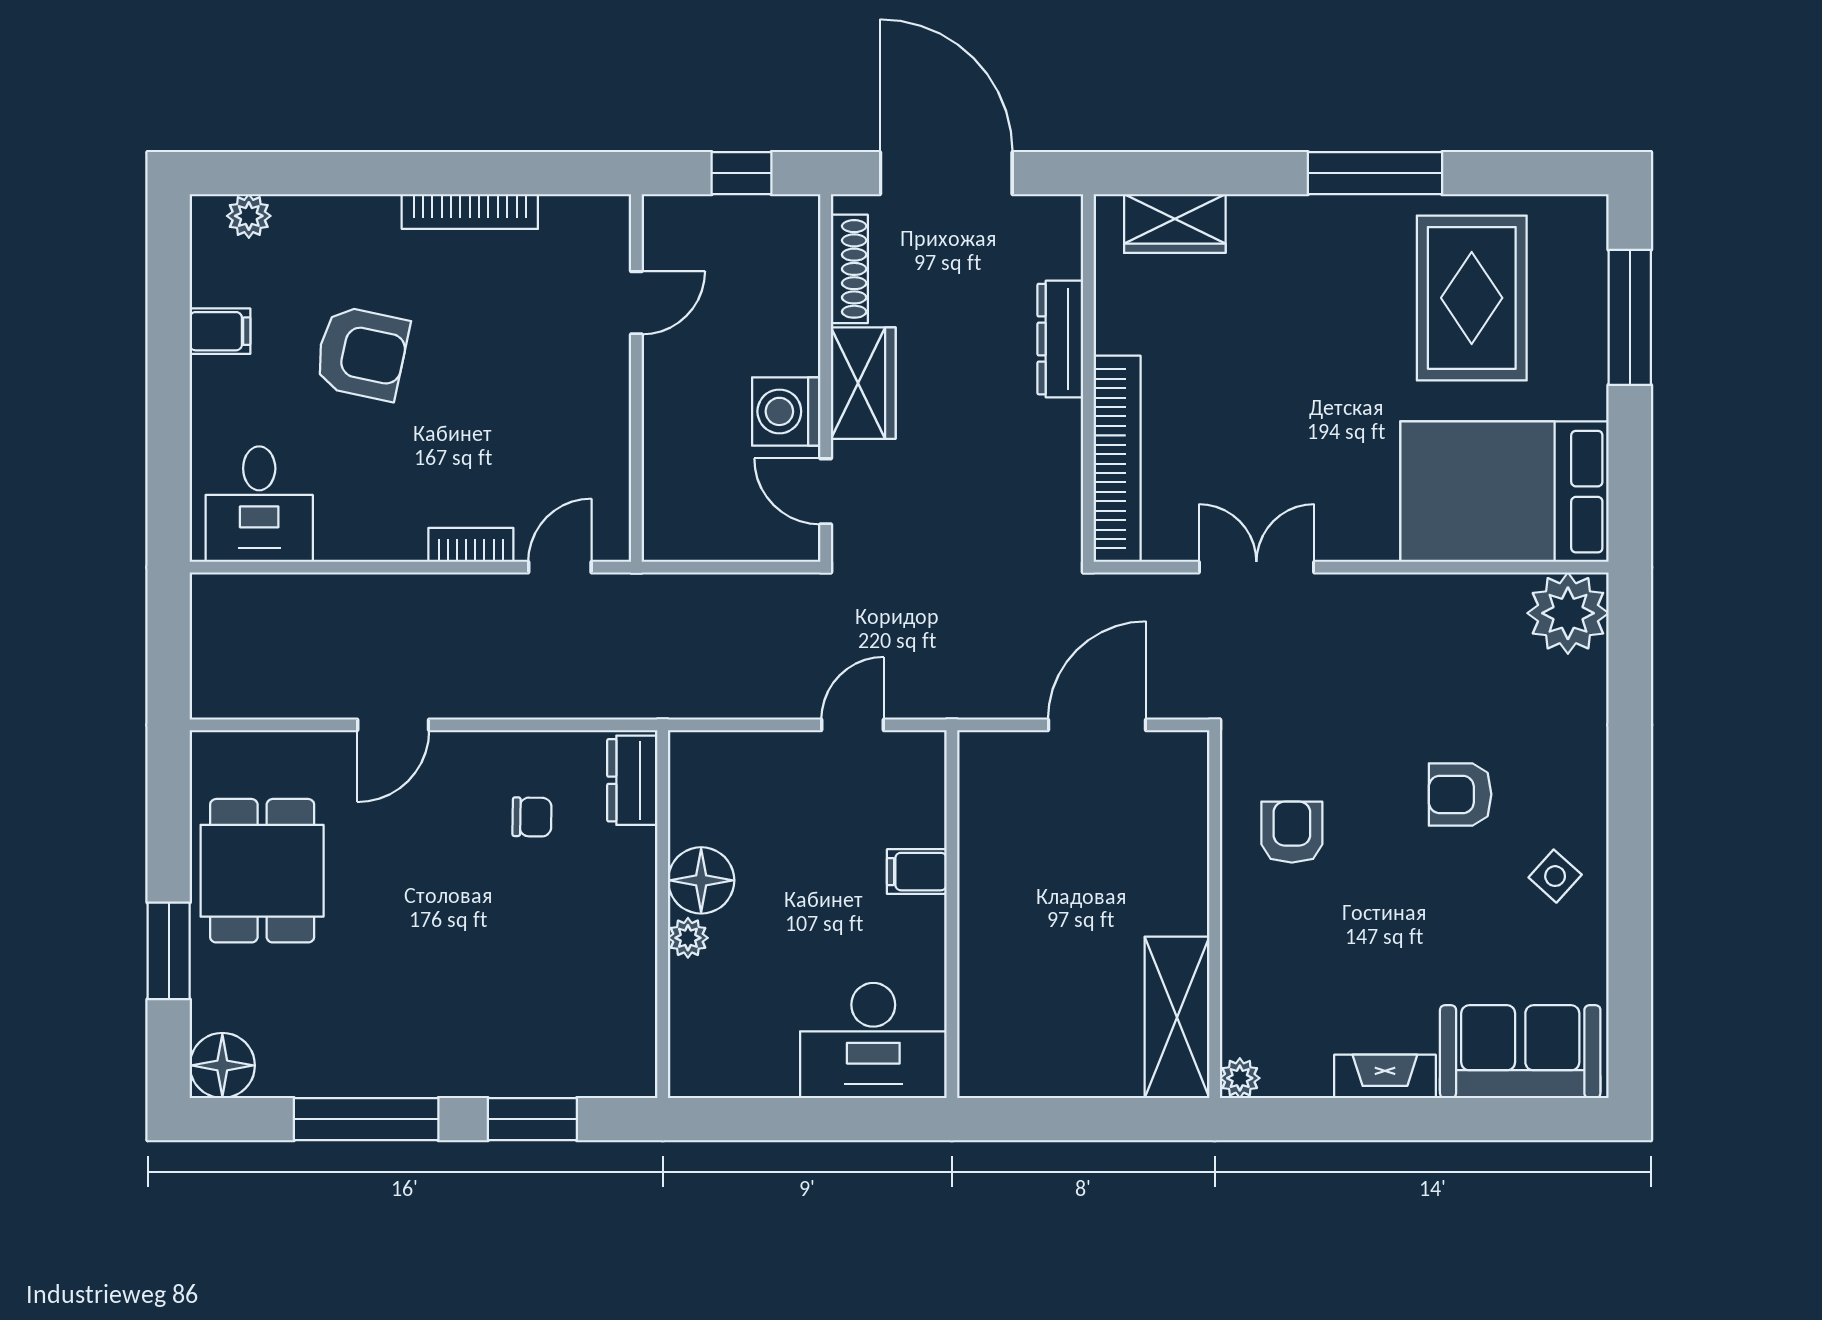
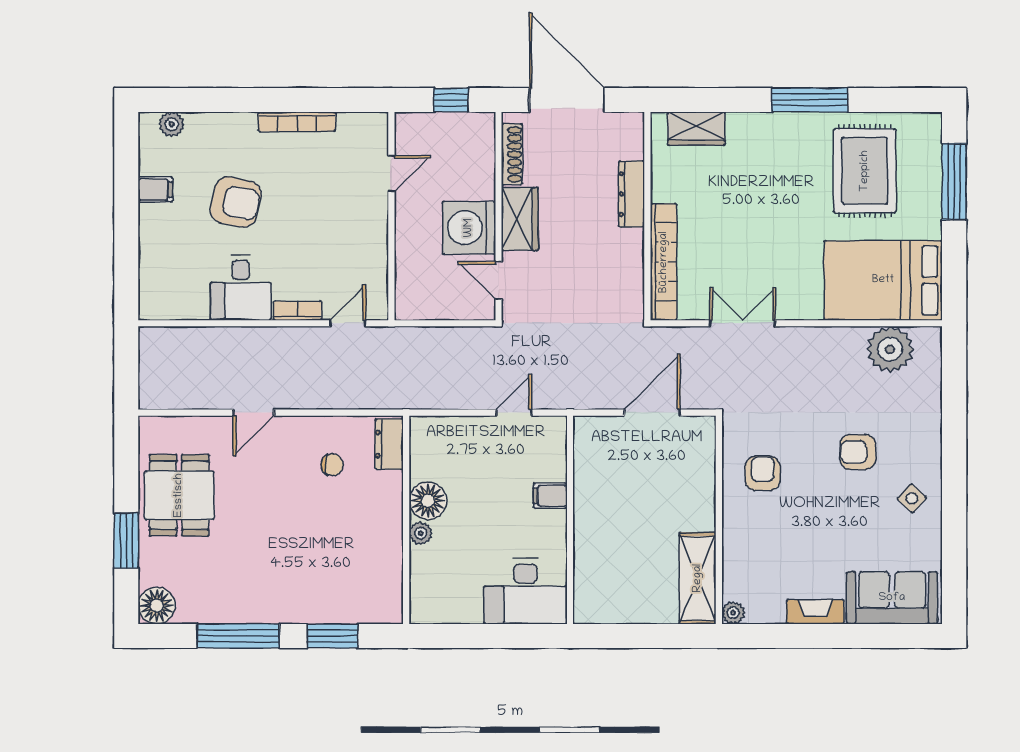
washing machine: (786, 411) -> (469, 228), width x1.37, depth x1.37
desk: (259, 504) -> (241, 288), moved
plant: (1568, 613) -> (890, 349), moved

